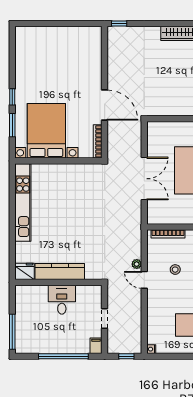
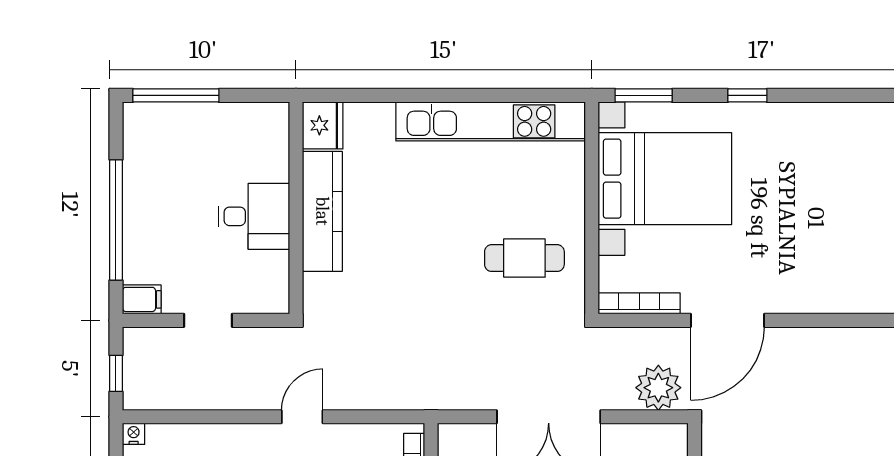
window: (12, 125) -> (644, 95), moved
cafe table: (79, 189) -> (524, 258), added
plant: (137, 264) -> (658, 388), moved, width x1.88, depth x1.88

